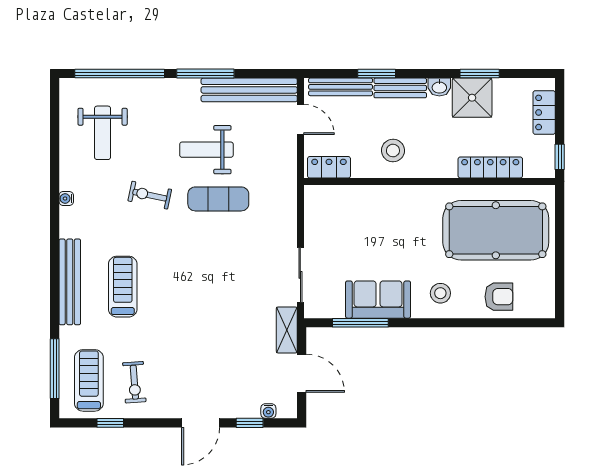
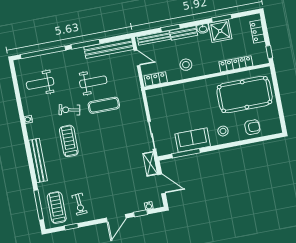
weight bench: (103, 133) -> (40, 83), turned 90
weight bench: (206, 150) -> (93, 82), turned 180
treadmill: (123, 287) -> (69, 141), moved

